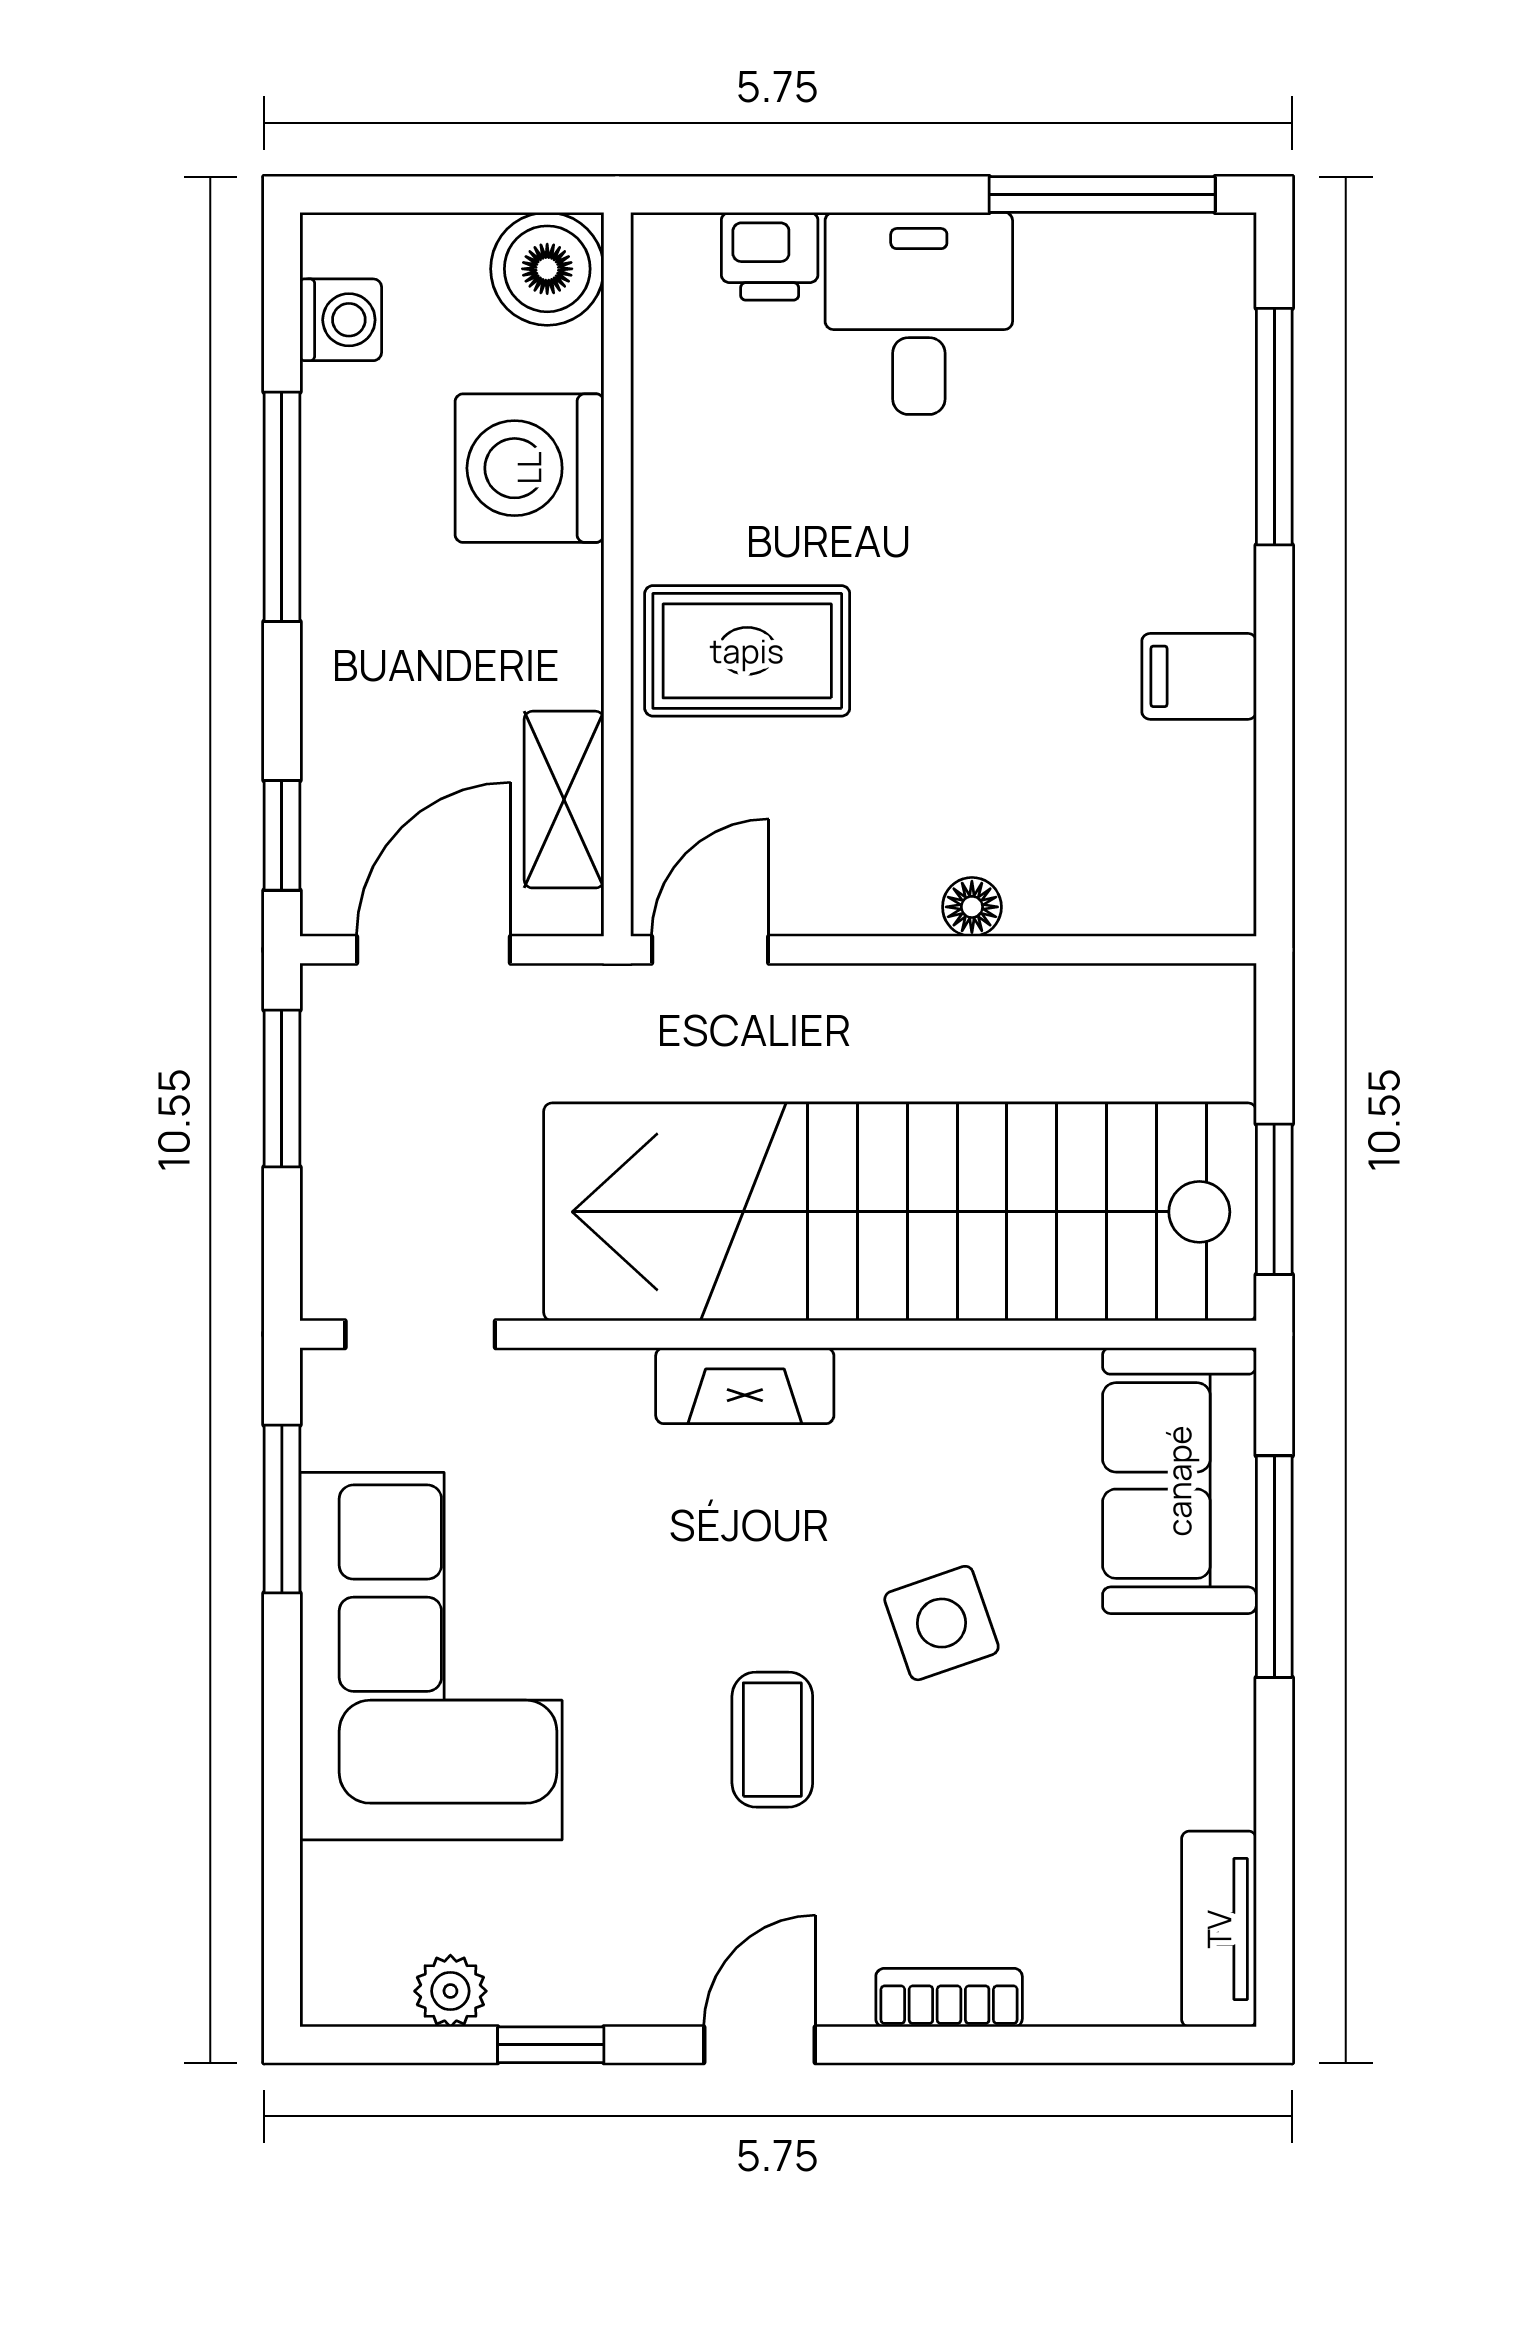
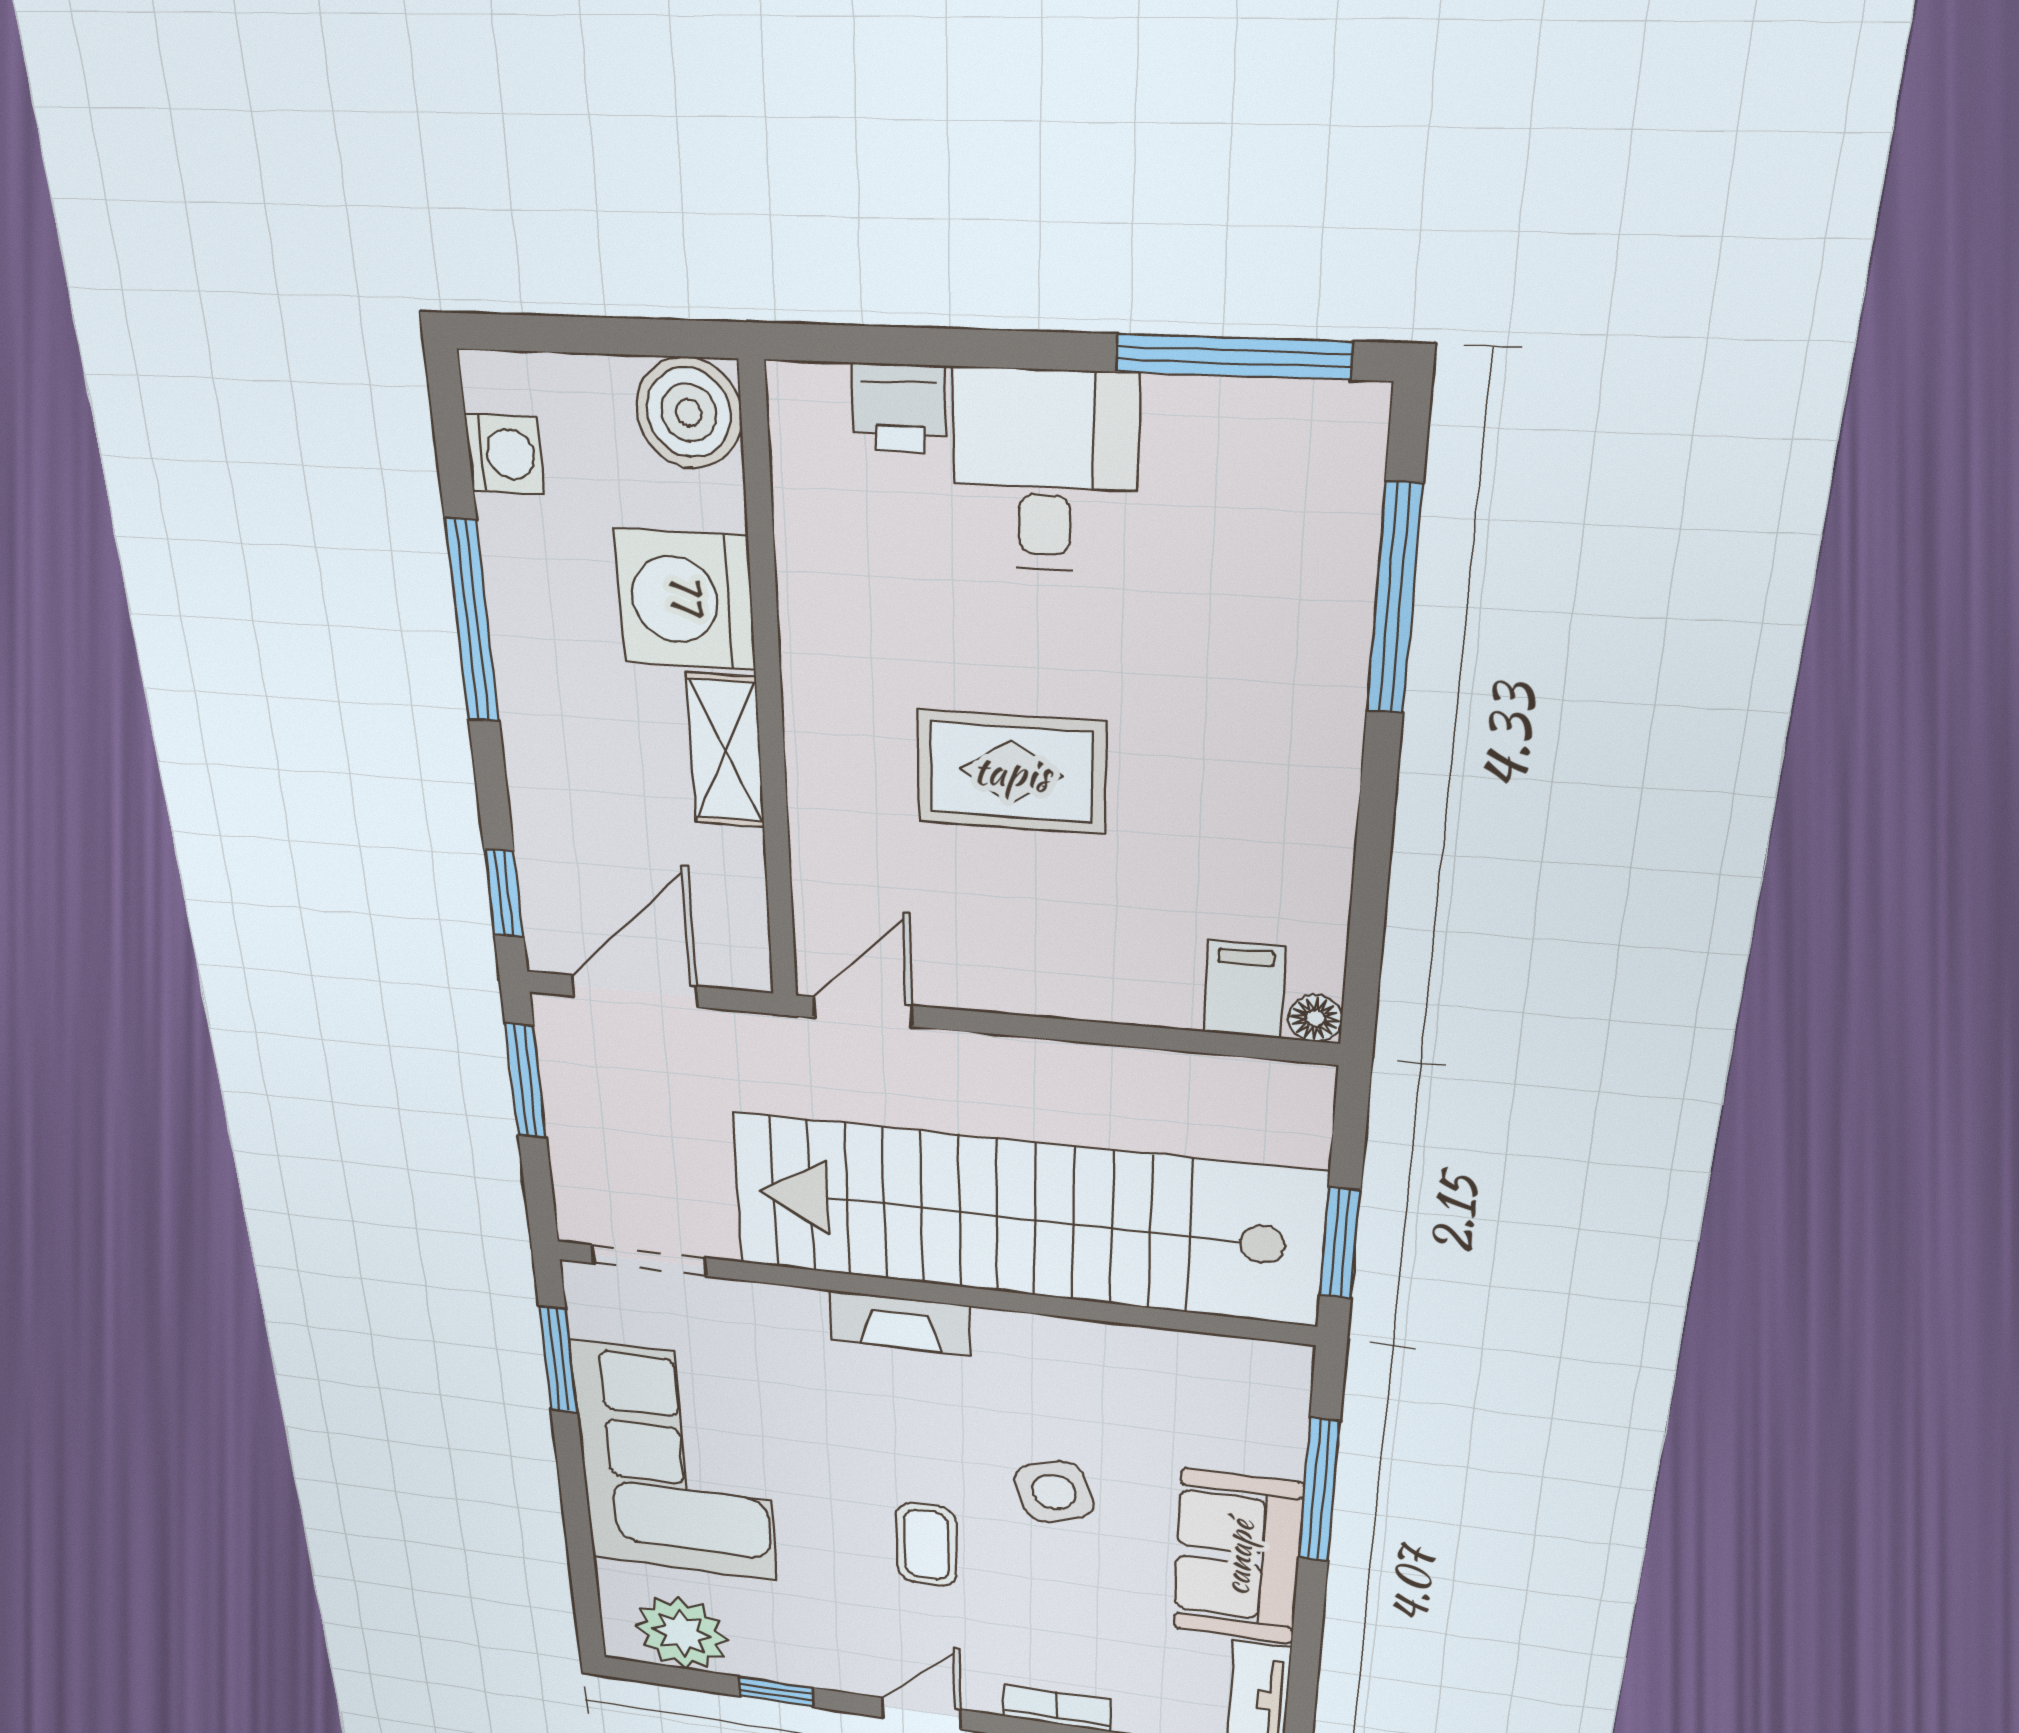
rug: (747, 651) -> (1011, 772), moved
filing cabinet: (1199, 676) -> (1244, 990), moved, turned 90
shelving: (564, 800) -> (726, 751), moved
floor lamp: (972, 907) -> (1315, 1018), moved
sofa: (1179, 1481) -> (1238, 1557), moved
plant: (450, 1991) -> (682, 1633), width x1.88, depth x1.88

